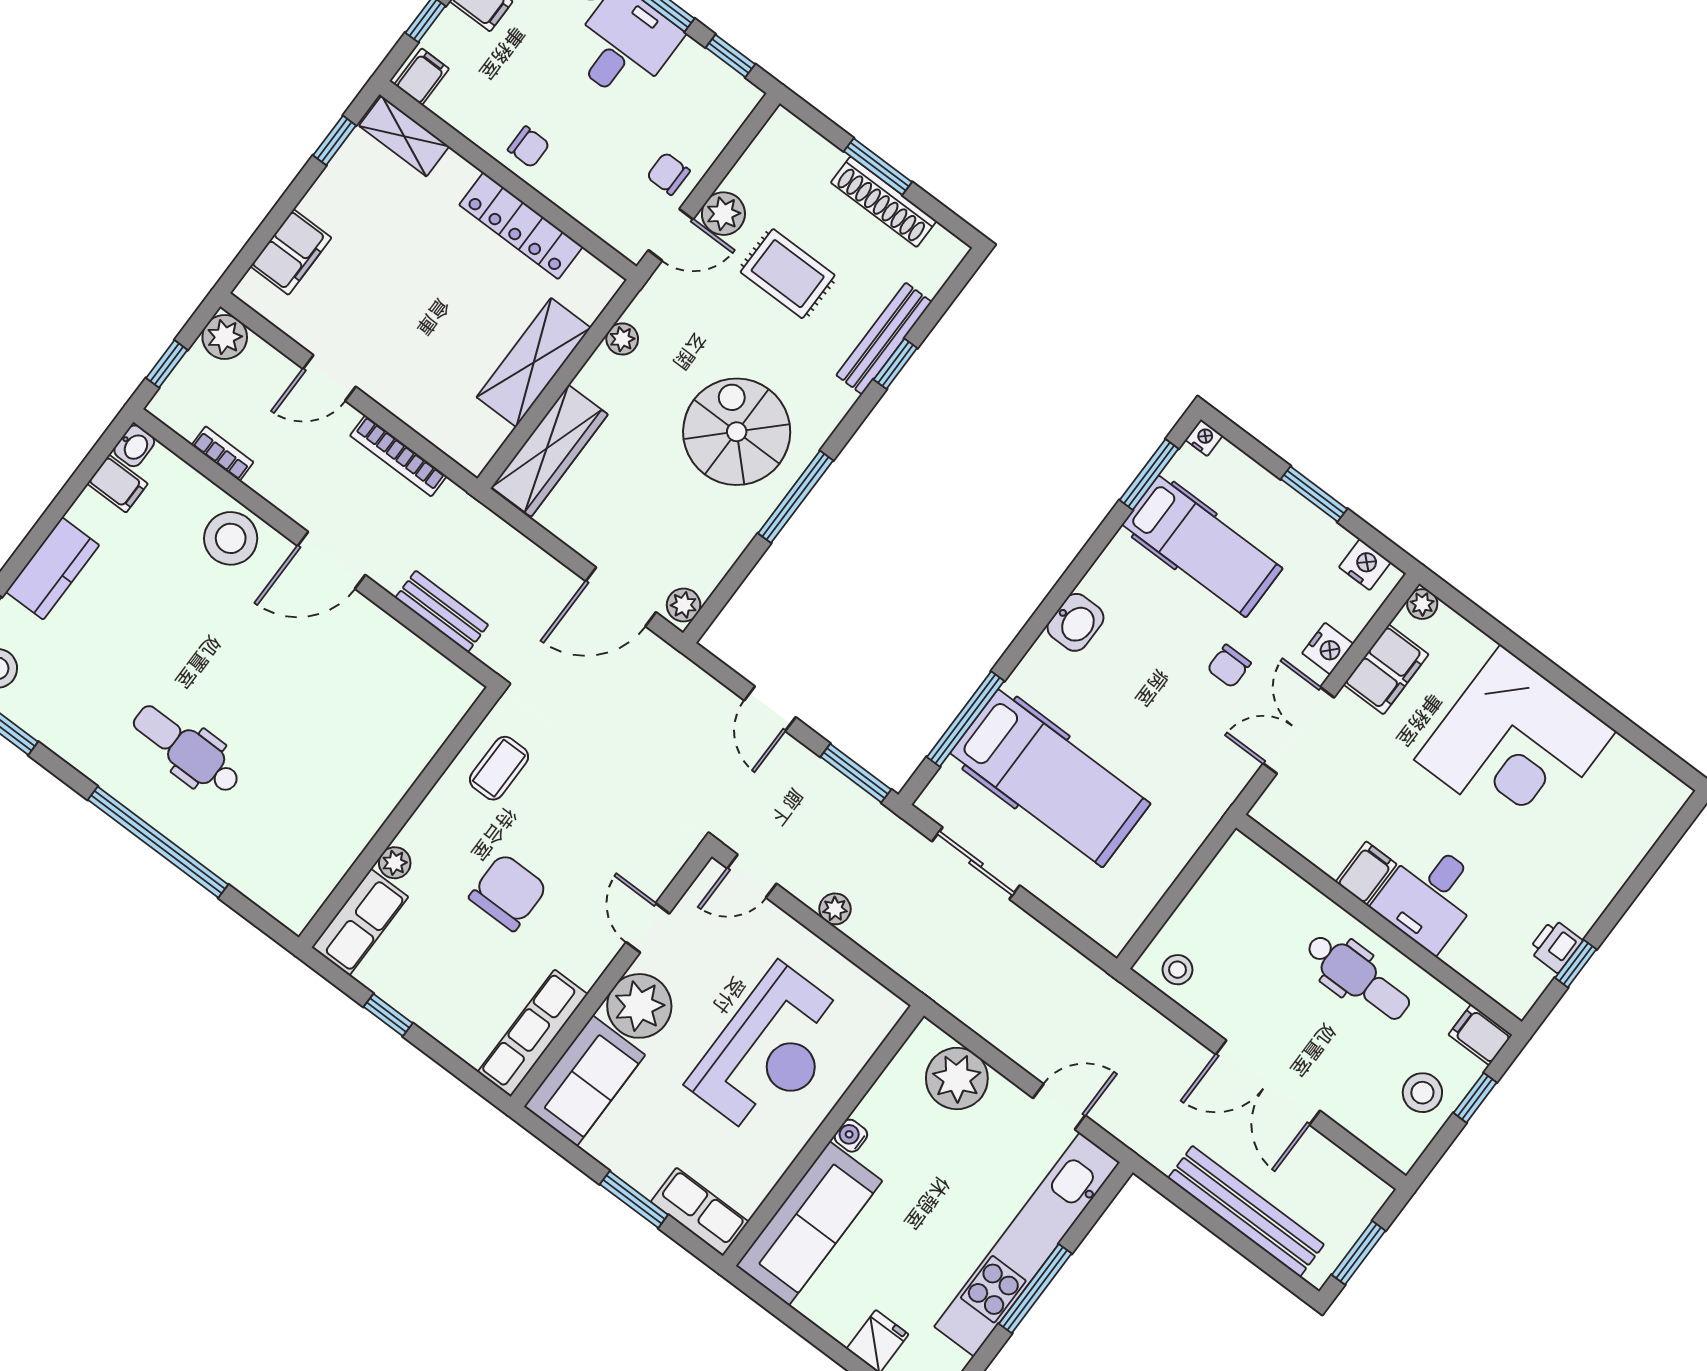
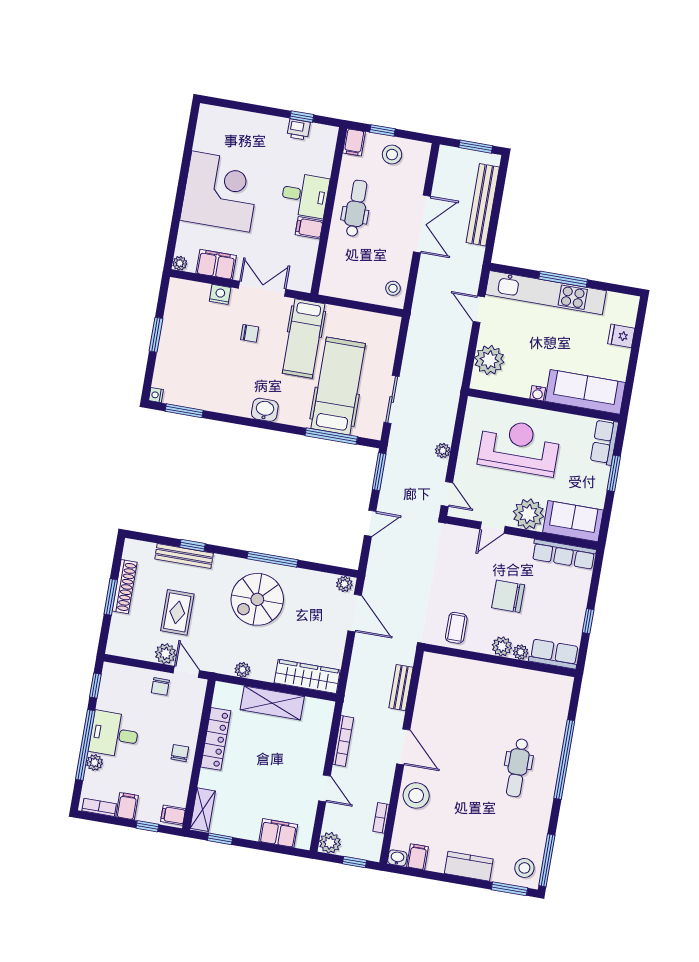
hospital bed: (1202, 546) -> (304, 338), moved, turned 180
nightstand: (1365, 565) -> (175, 297), removed
double door: (1299, 730) -> (262, 289), swing flipped
coffee table: (499, 768) -> (456, 628), turned 90
plant: (422, 834) -> (502, 646), added

